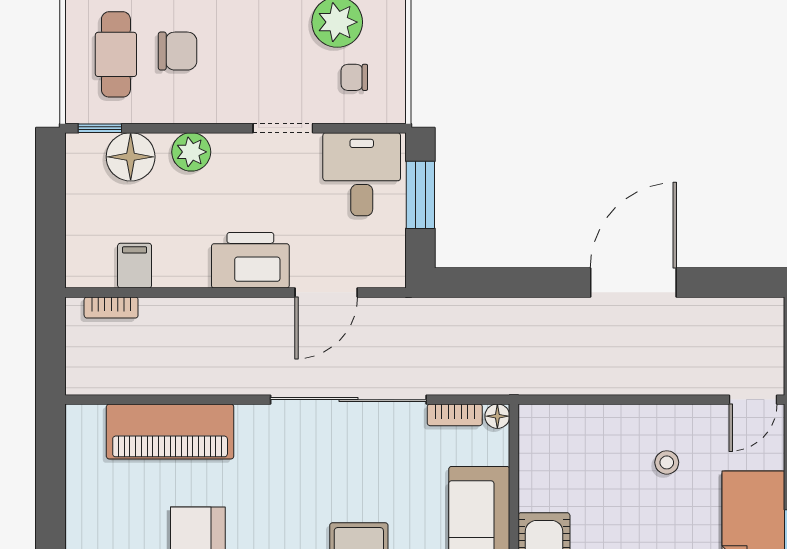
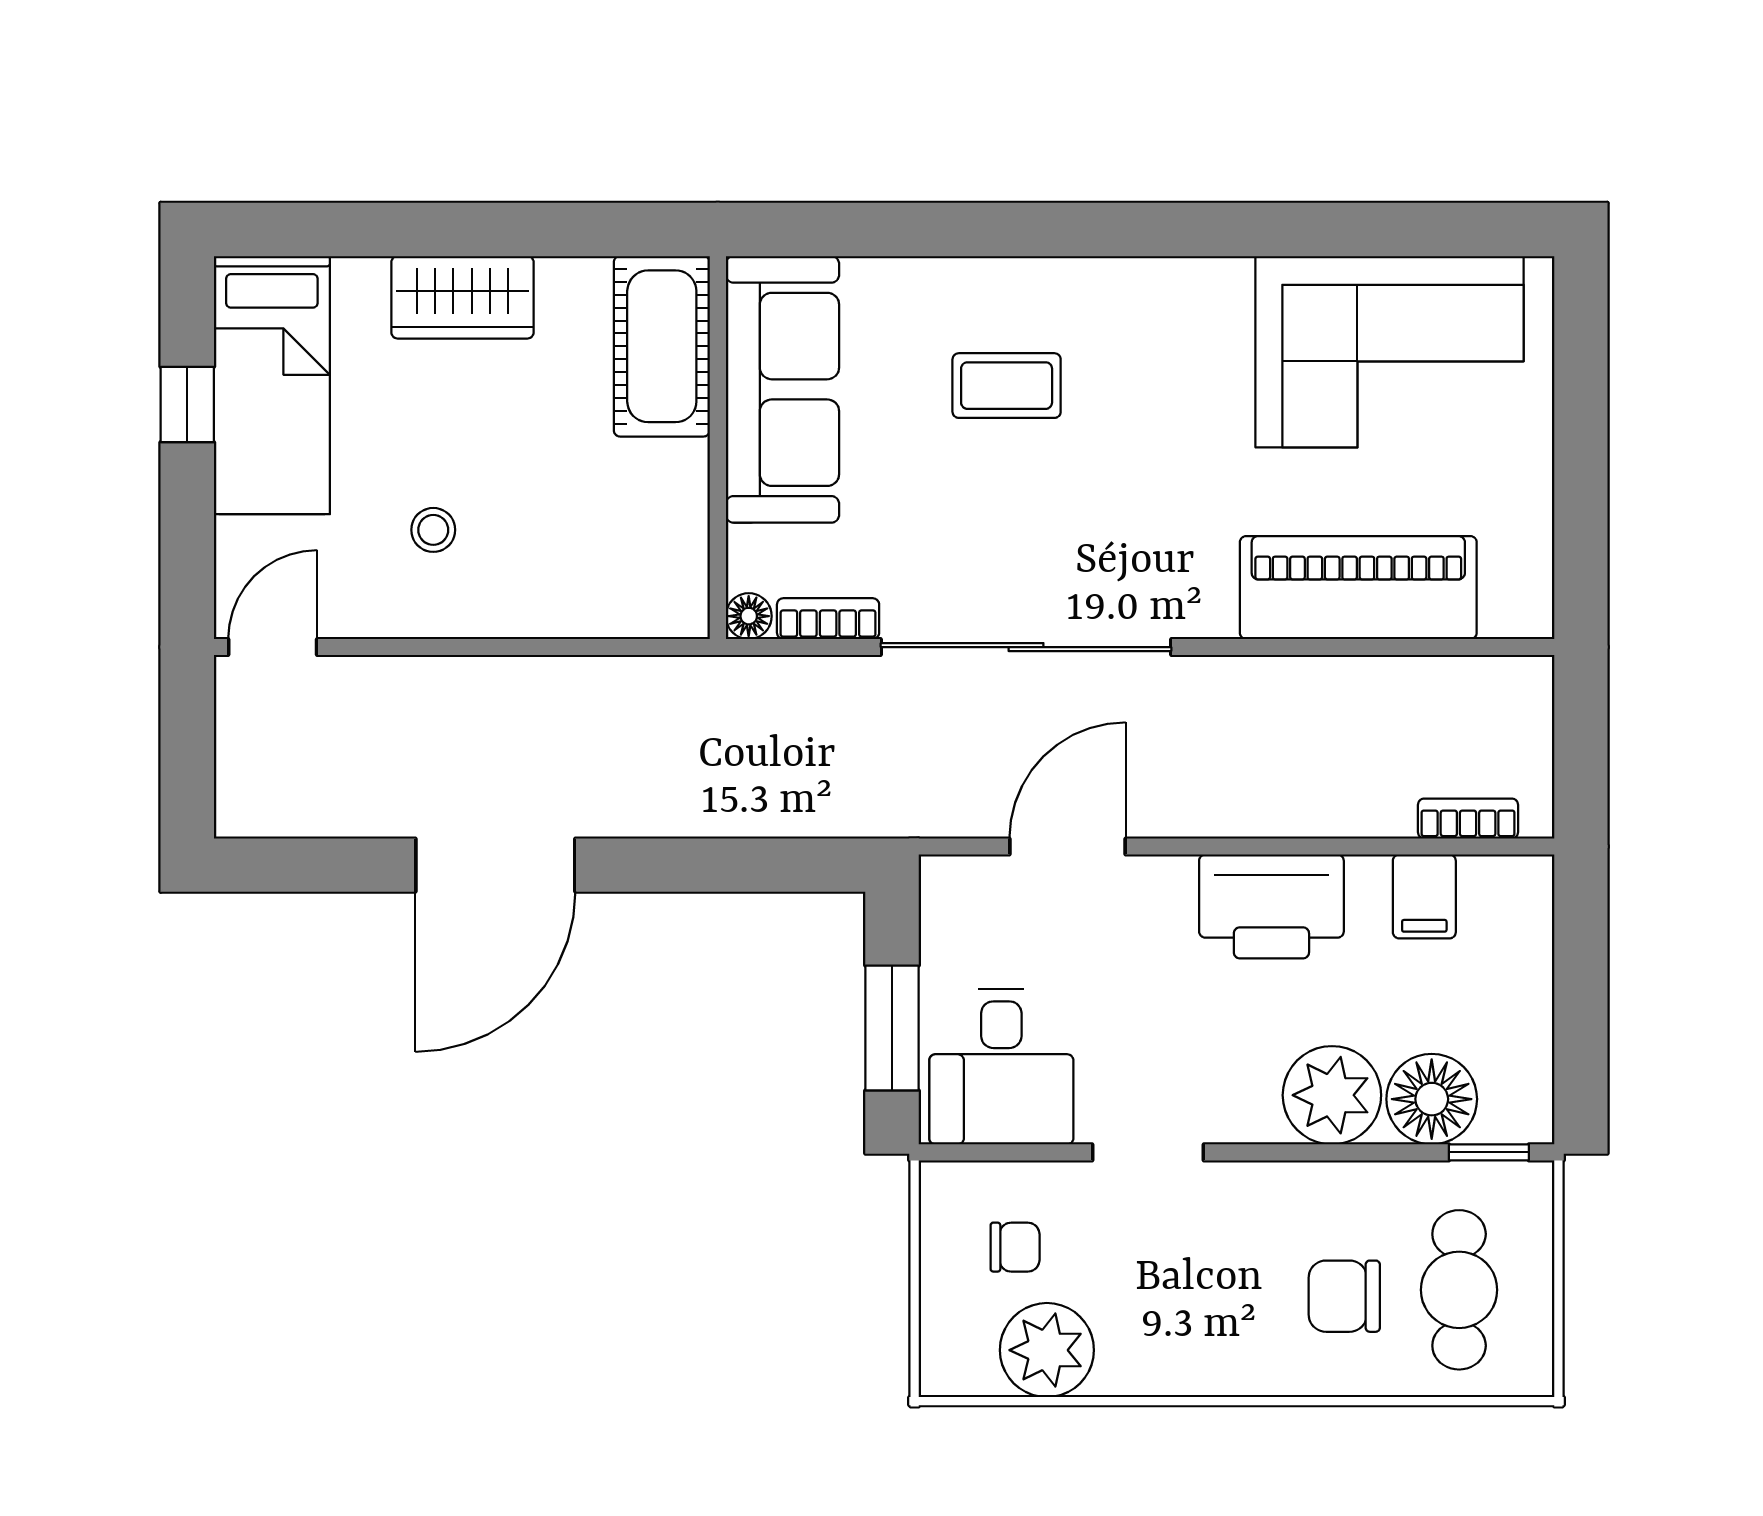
plant: (191, 152) -> (1332, 1095), width x1.36, depth x1.36
printer: (250, 260) -> (1271, 906), moved

